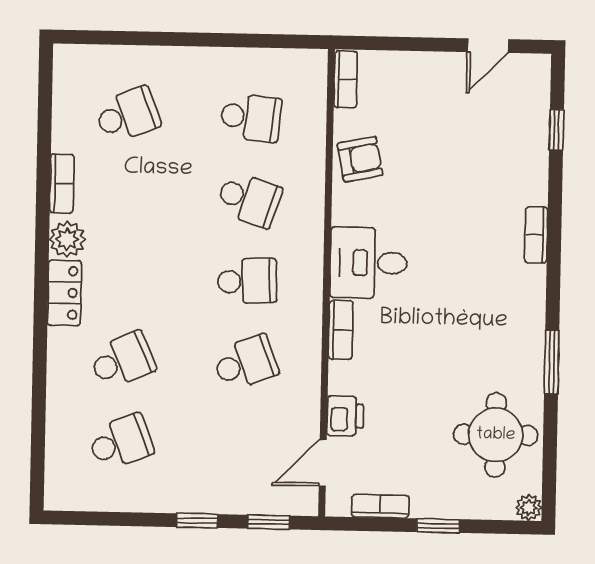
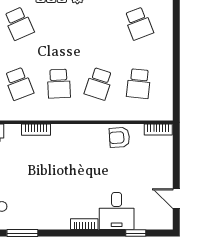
armchair: (360, 159) -> (119, 137), turned 98
desk: (369, 263) -> (117, 211), moved, turned 180

